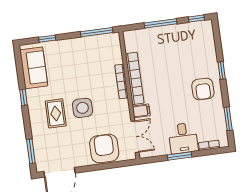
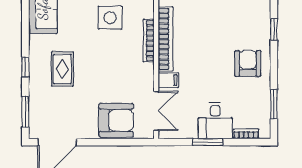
window: (222, 70) -> (274, 30), moved
armchair: (203, 89) -> (248, 63), turned 180
window: (24, 97) -> (25, 67), moved
side table: (82, 108) -> (110, 18), moved
armchair: (104, 149) -> (116, 120), turned 90

